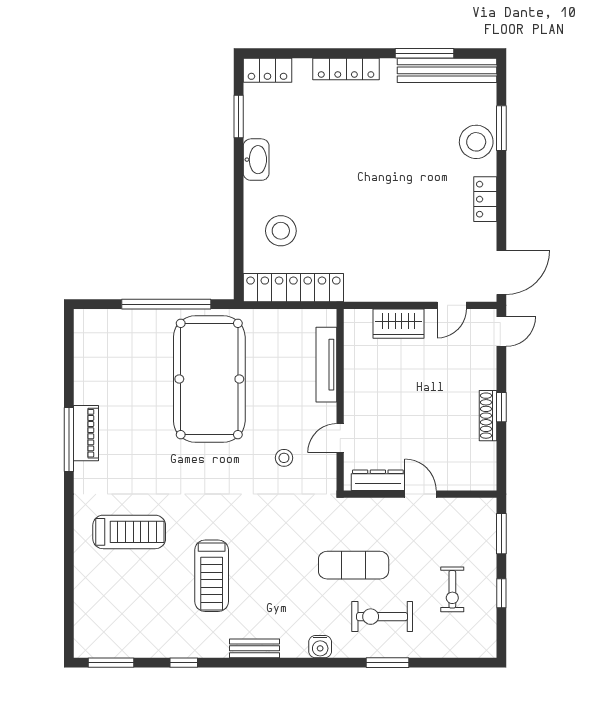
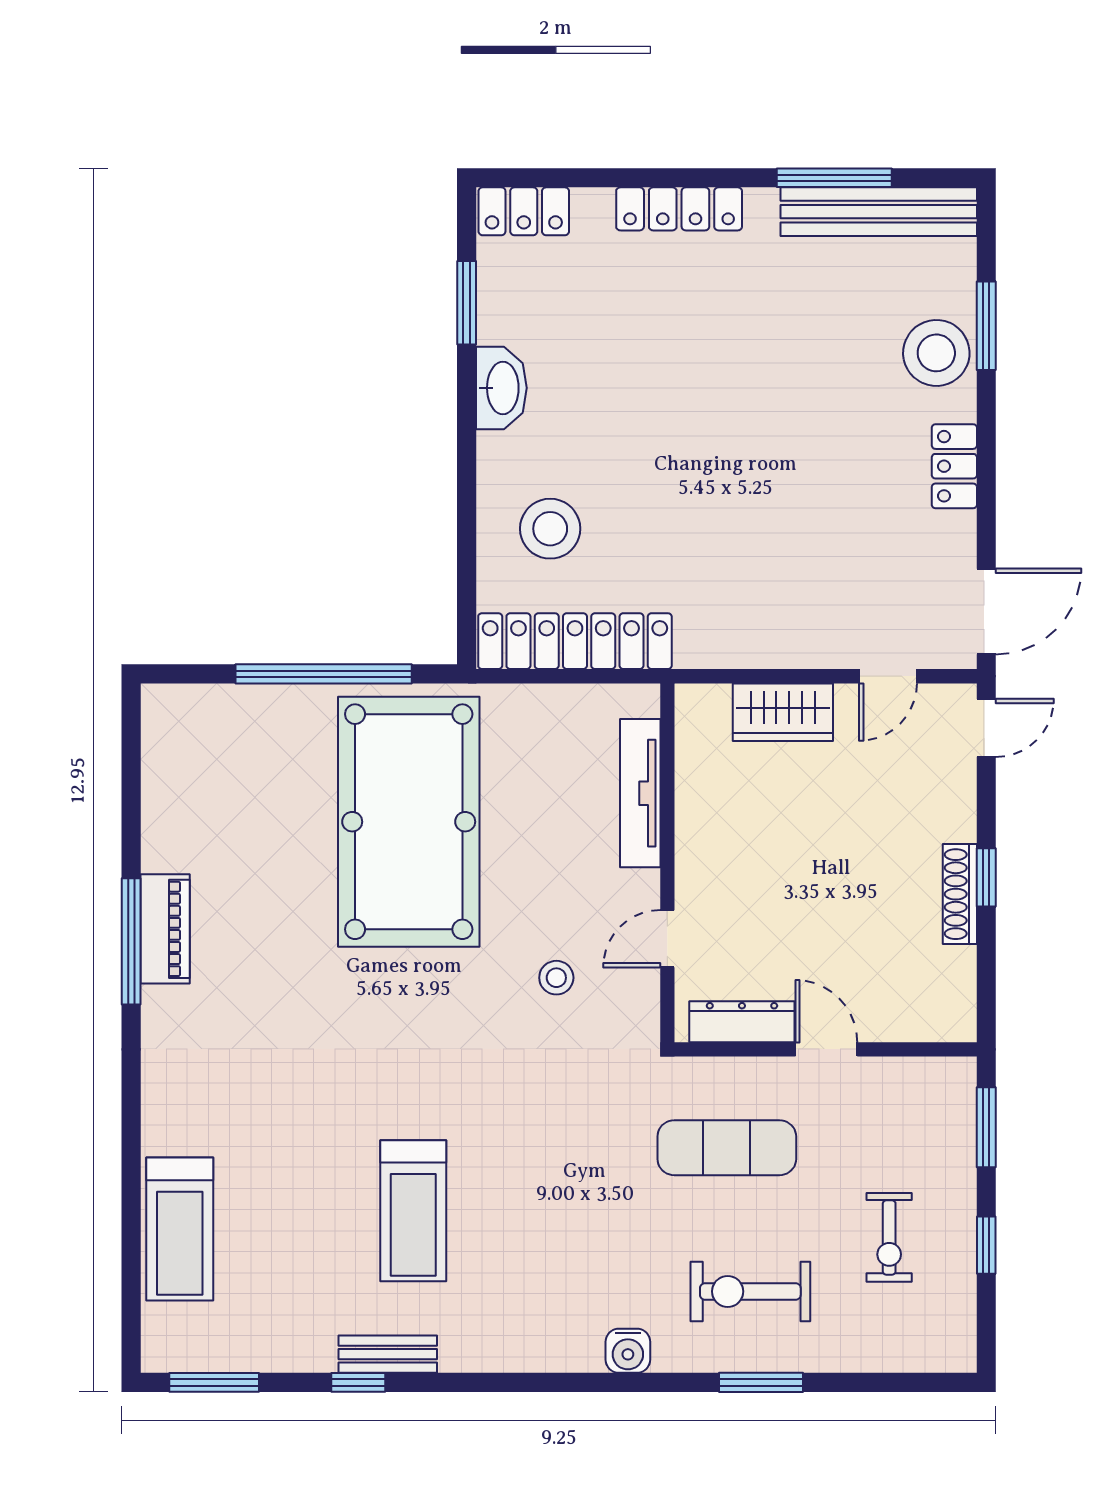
treadmill: (129, 532) -> (180, 1229), moved, turned 90
exercise mat: (354, 565) -> (727, 1148), moved
bench: (255, 648) -> (388, 1354), moved

